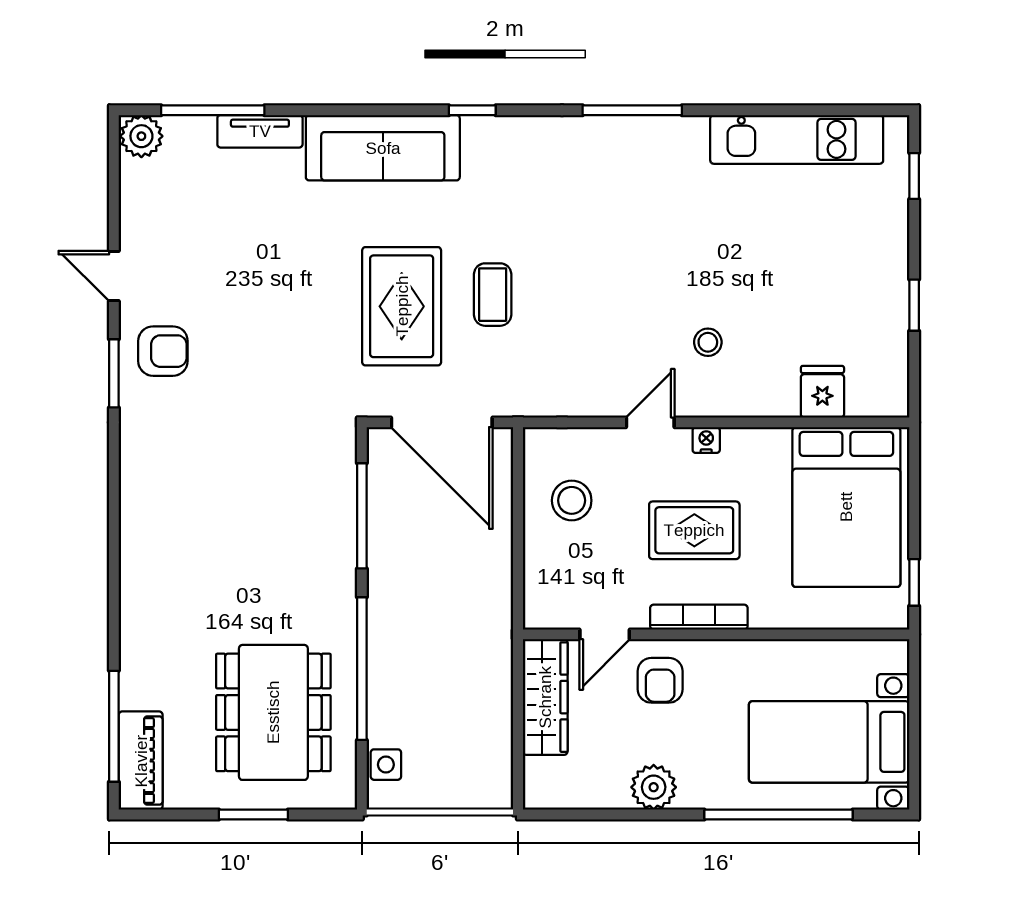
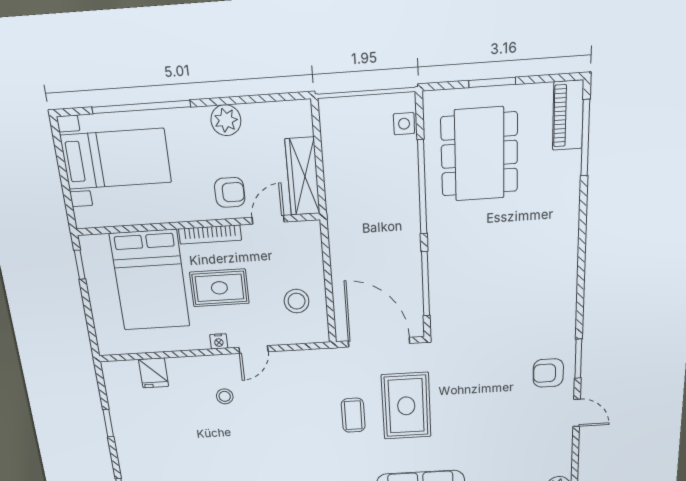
bed: (846, 507) -> (150, 280), moved, turned 180
armchair: (660, 680) -> (230, 192), turned 90

